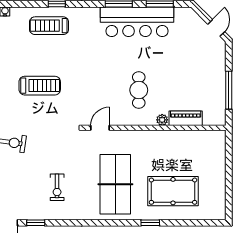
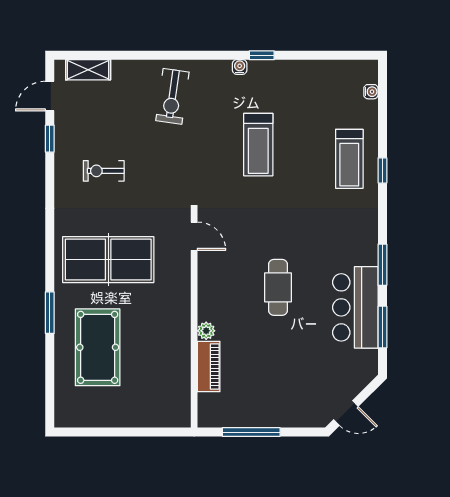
bar counter: (137, 22) -> (355, 307), width x0.73
treadmill: (49, 26) -> (349, 159), turned 180
cafe table: (139, 90) -> (278, 287), moved, turned 90
window: (150, 223) -> (50, 313), width x1.50

